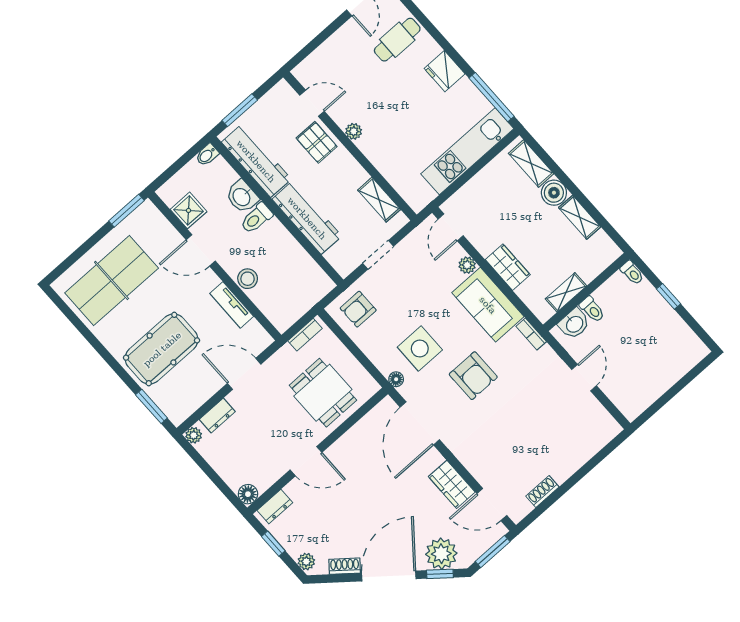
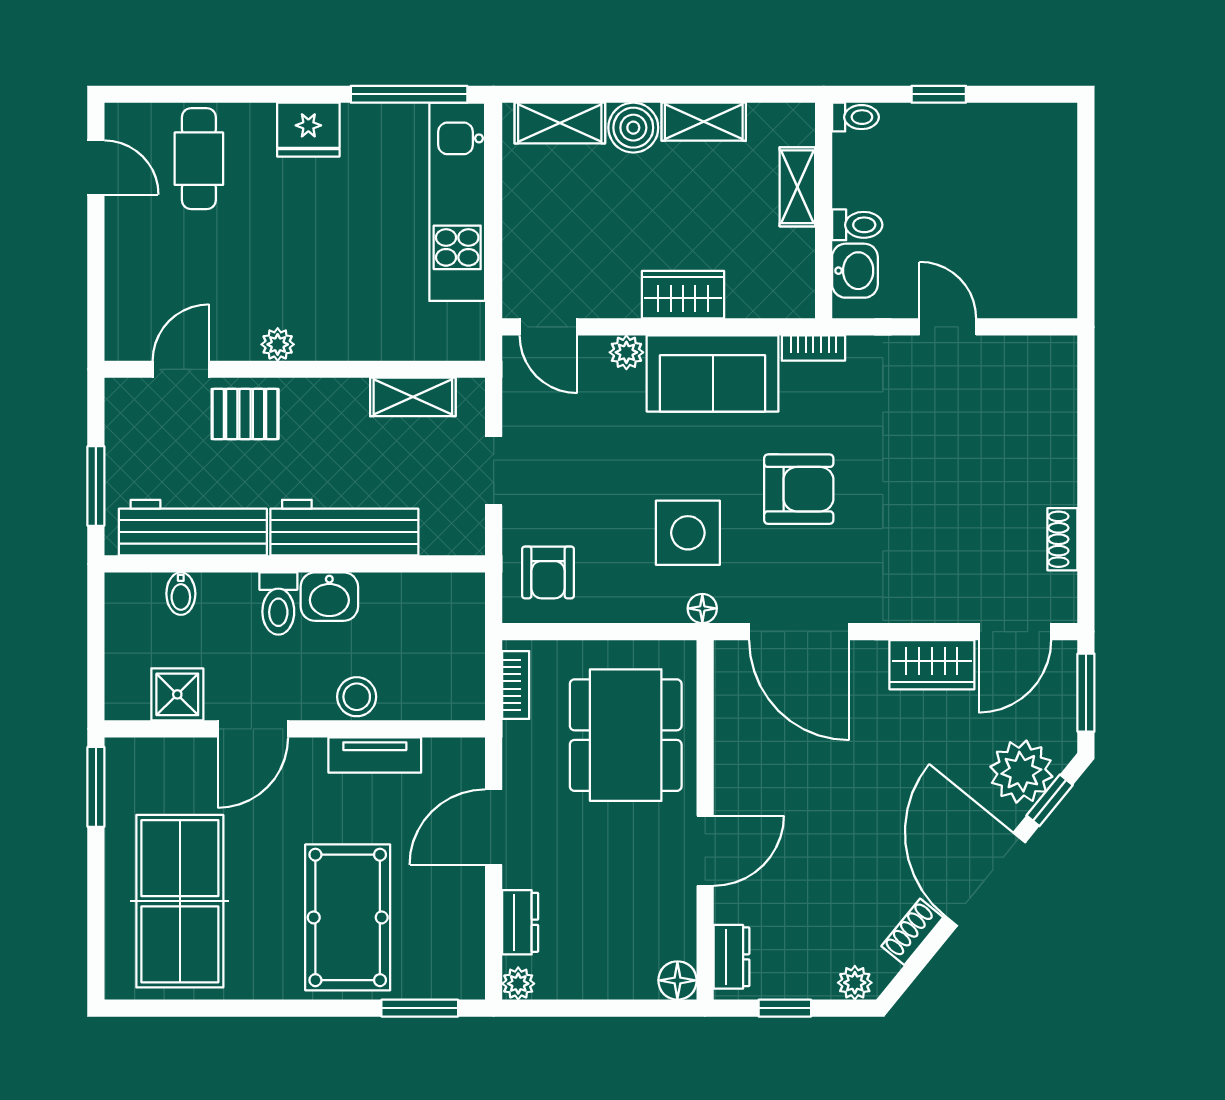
bidet: (207, 155) -> (181, 594), moved
washbasin: (242, 197) -> (329, 597), moved
shelving: (566, 292) -> (797, 187), moved
dining table: (323, 393) -> (626, 735), width x1.38

